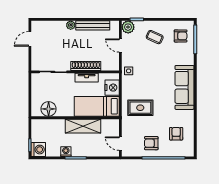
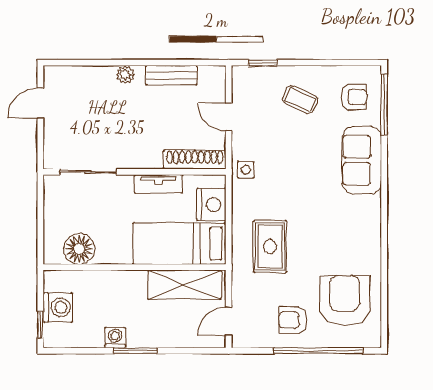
bench: (93, 25) -> (171, 75), width x0.73
plant: (128, 27) -> (244, 79), removed
shoe rack: (86, 66) -> (195, 160), moved
sofa: (184, 87) -> (362, 160), moved, width x0.73
rug: (140, 108) -> (270, 246), turned 90
shelving: (83, 126) -> (184, 285), moved
armchair: (176, 134) -> (345, 300), width x1.88, depth x1.88
door: (120, 144) -> (229, 321), hinge flipped
washing machine: (38, 150) -> (58, 307), moved

